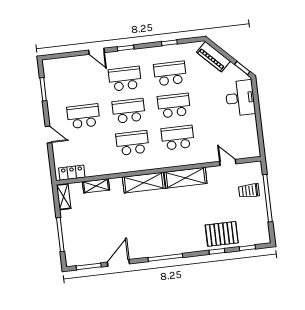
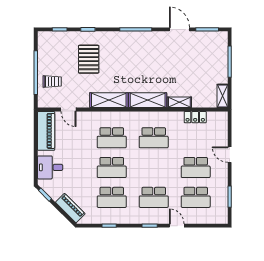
desk: (240, 98) -> (50, 167), width x0.73
school desk: (129, 111) -> (196, 197), moved
piano: (249, 137) -> (46, 131), added
locker: (72, 173) -> (195, 117), moved
shelving: (96, 186) -> (179, 102), moved
pallet: (222, 234) -> (89, 59), moved, turned 90
door: (118, 263) -> (179, 29), swing flipped

